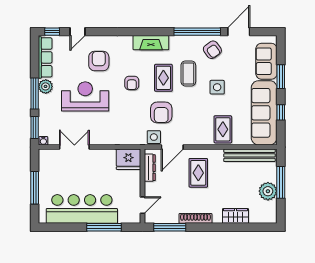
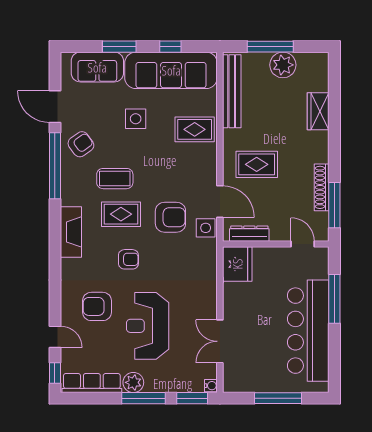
side table: (217, 87) -> (136, 119), moved
shoe rack: (195, 218) -> (322, 187), moved

